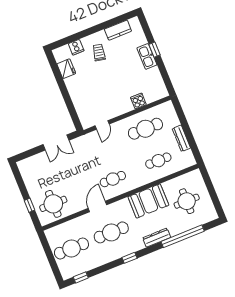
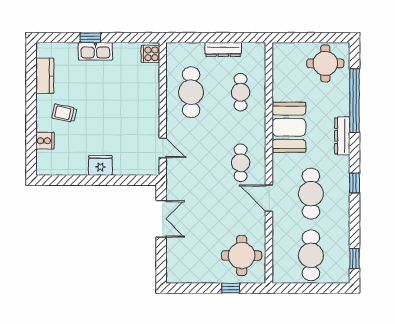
fridge: (66, 69) -> (100, 165), moved
cooker: (138, 101) -> (150, 54), moved
round table: (187, 201) -> (325, 63), moved

